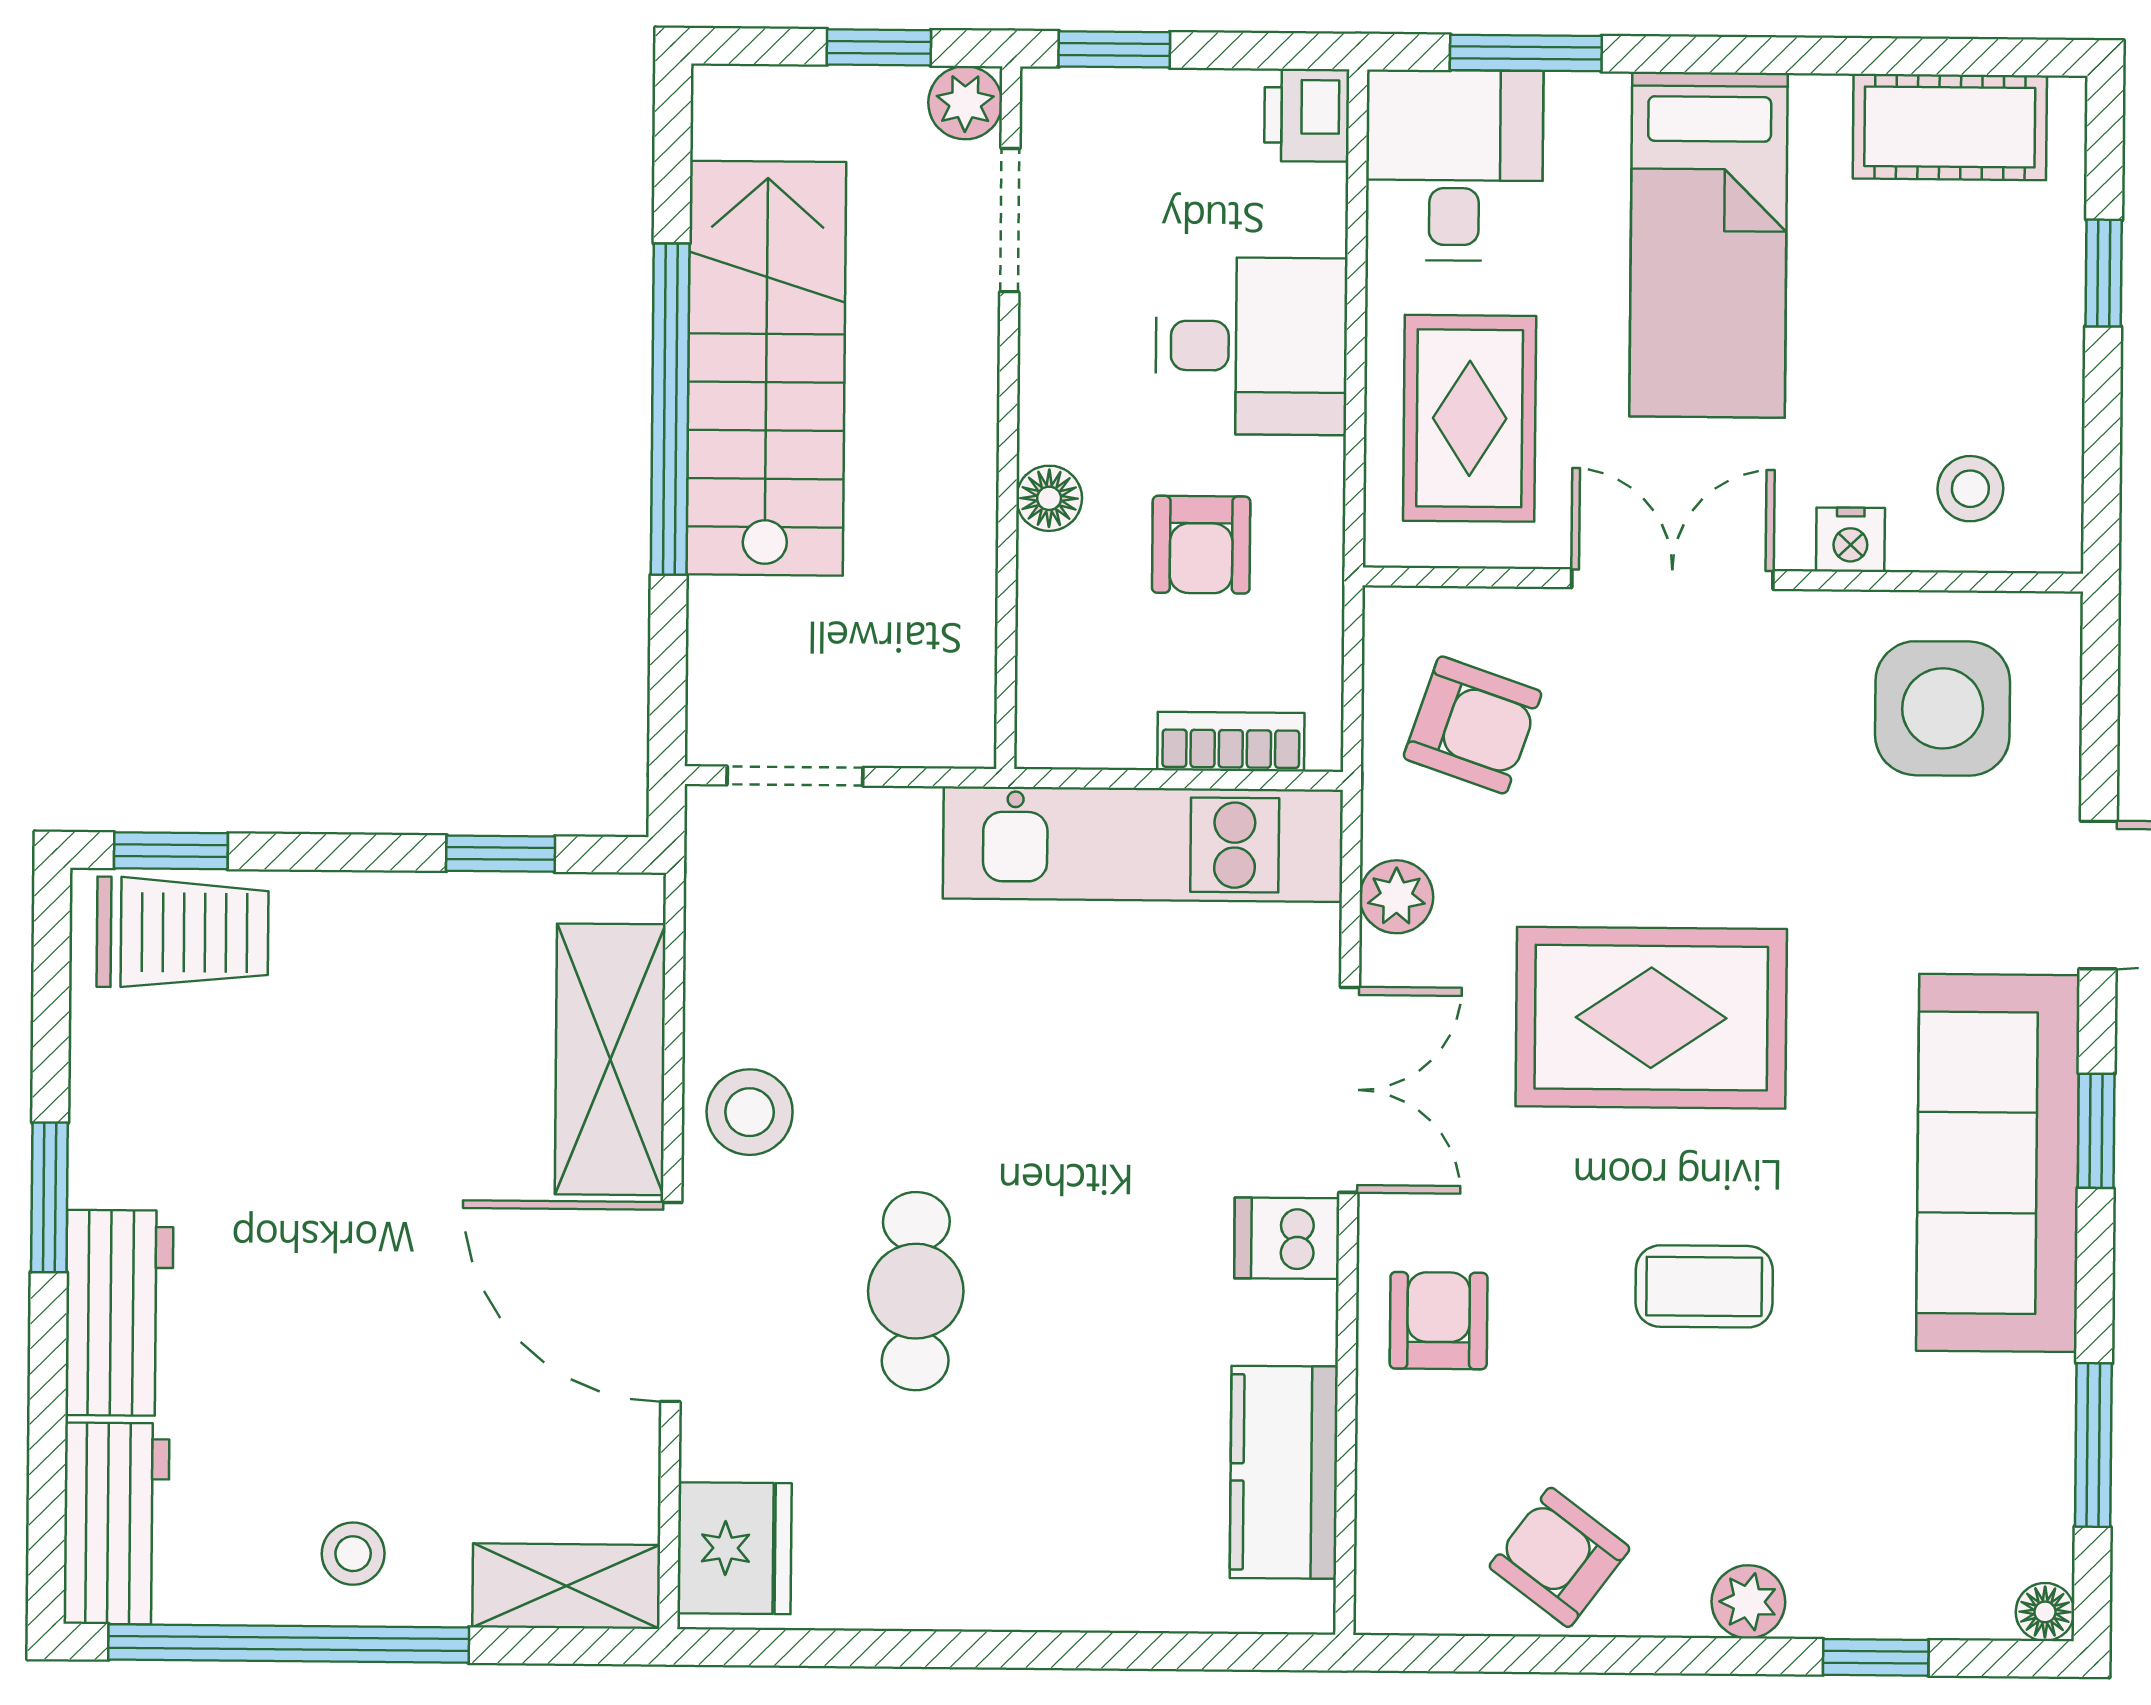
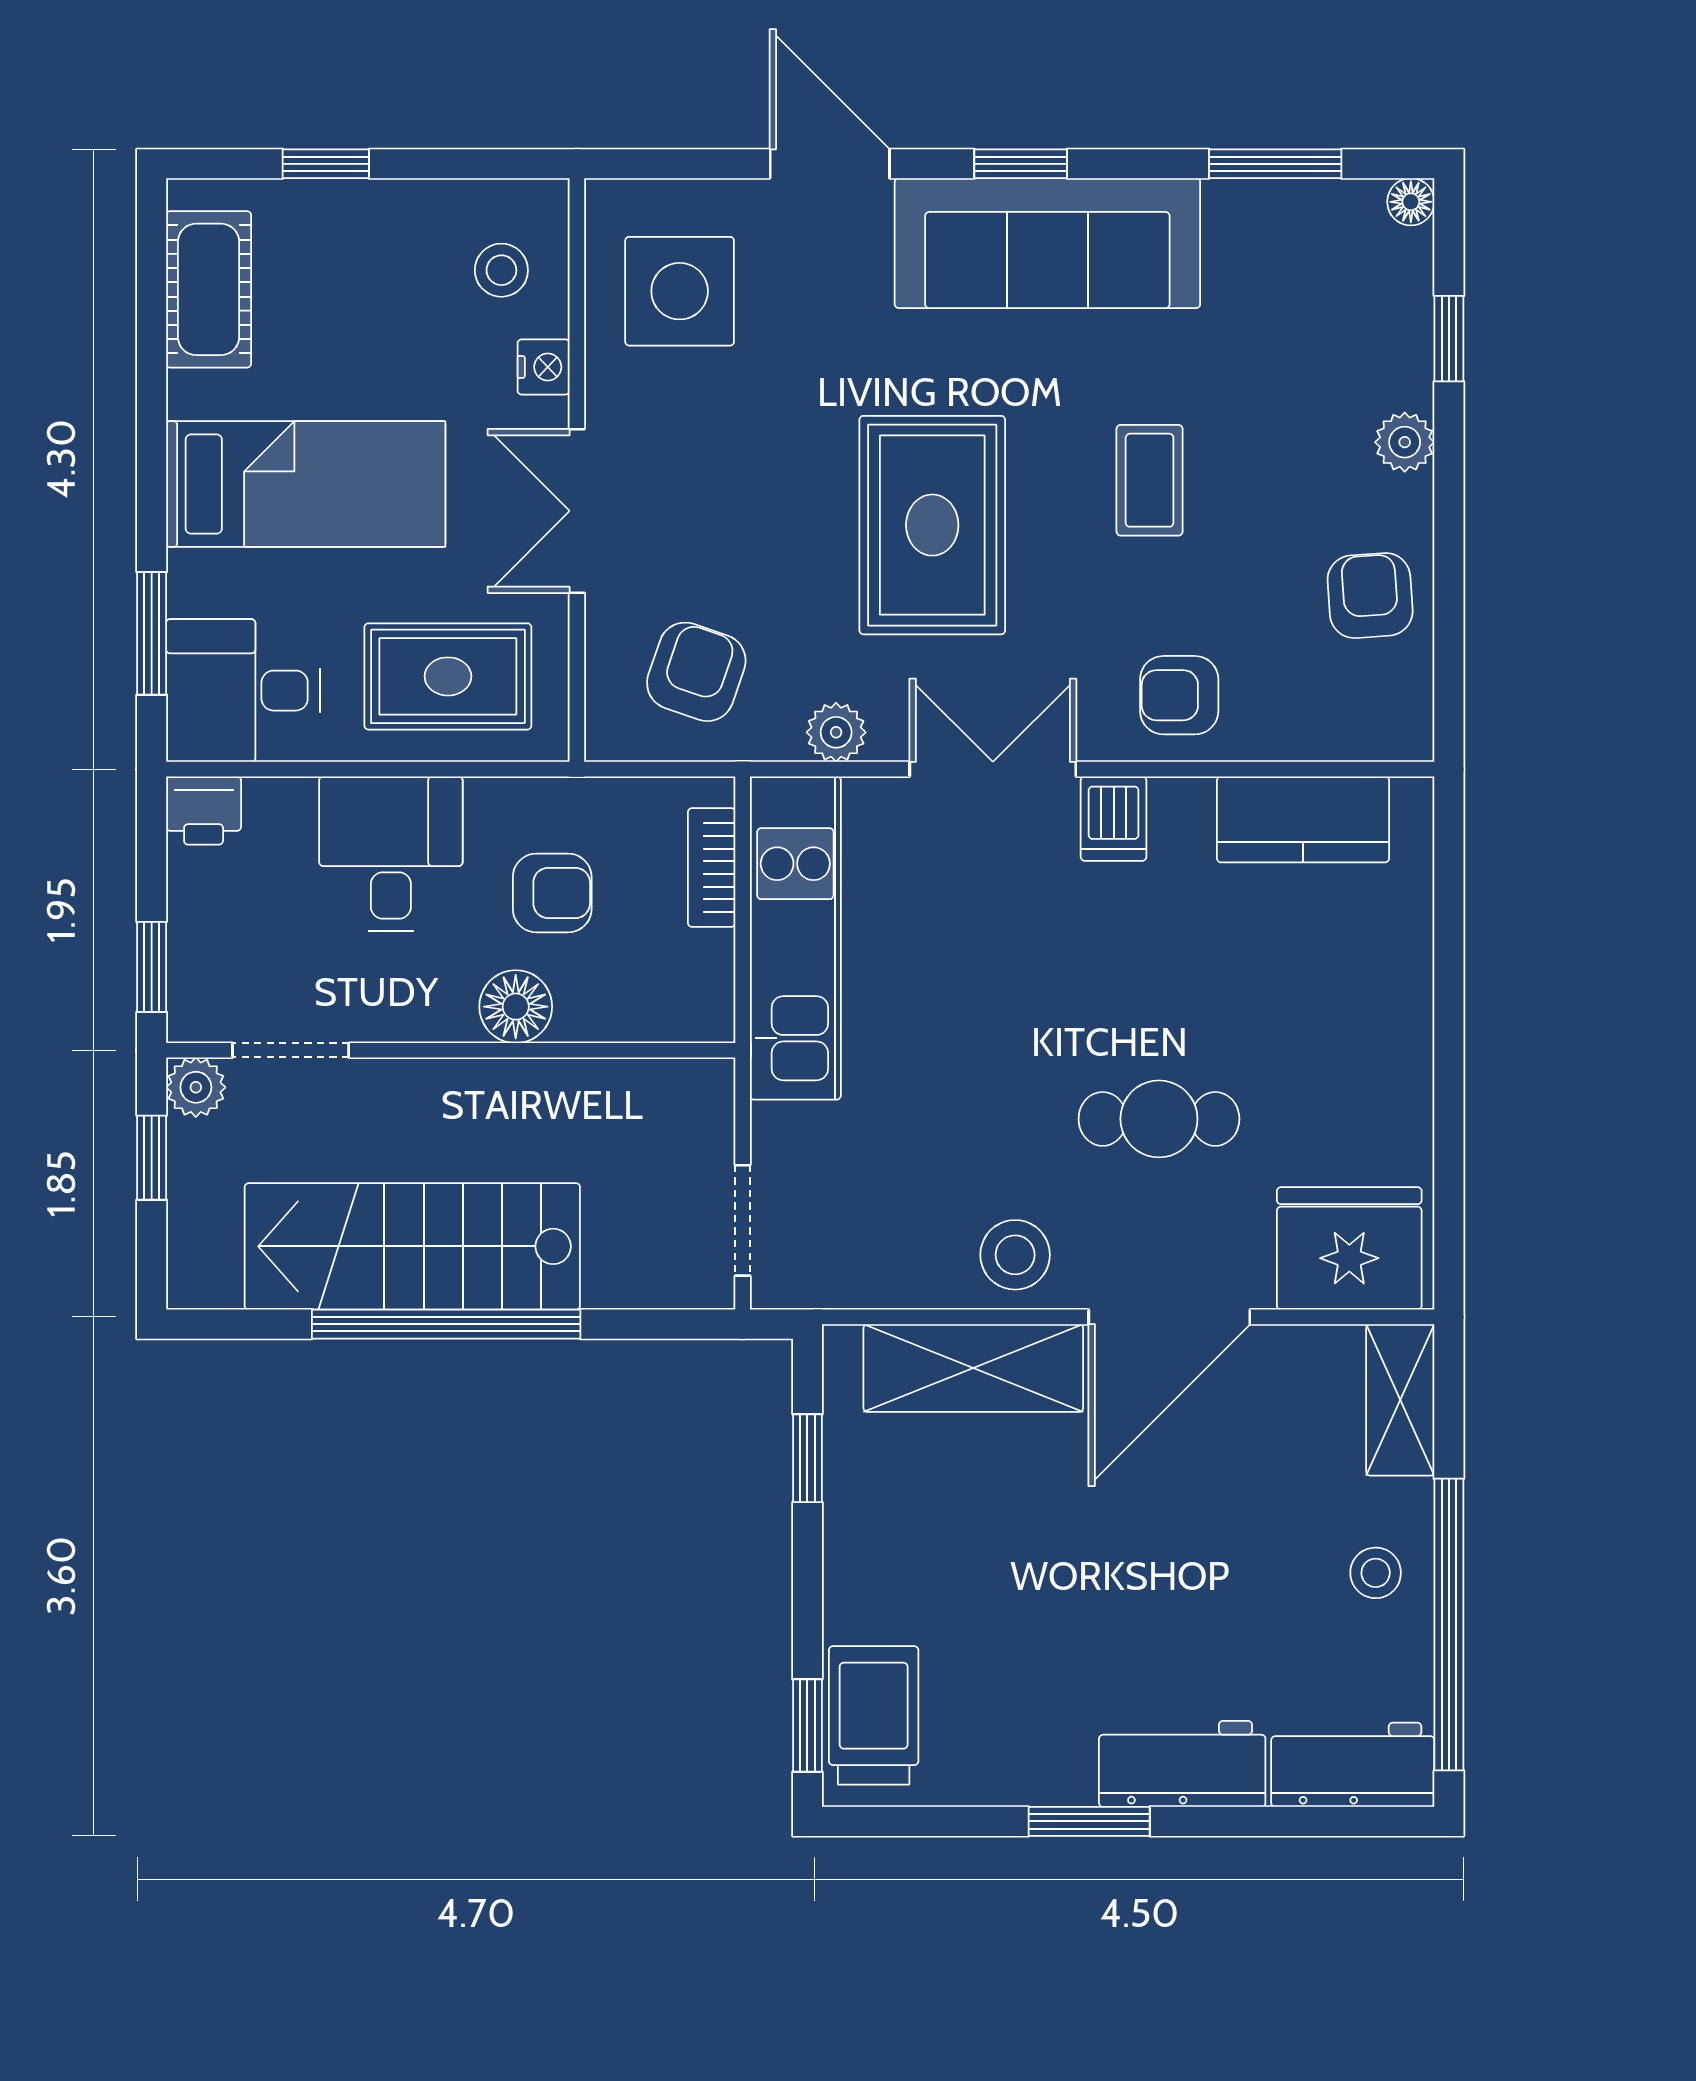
floor lamp: (1049, 498) -> (516, 1007), width x1.37, depth x1.37
fridge: (735, 1548) -> (1349, 1248), width x1.36, depth x1.34
armchair: (1559, 1557) -> (1370, 596), turned 139

